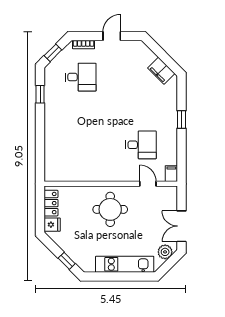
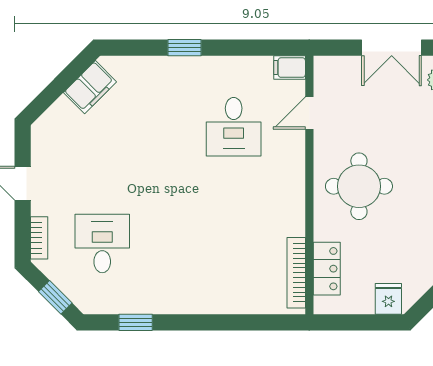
desk: (141, 145) -> (234, 127), turned 180
bookcase: (66, 177) -> (296, 273), added
locker: (51, 203) -> (327, 269), moved, turned 90

